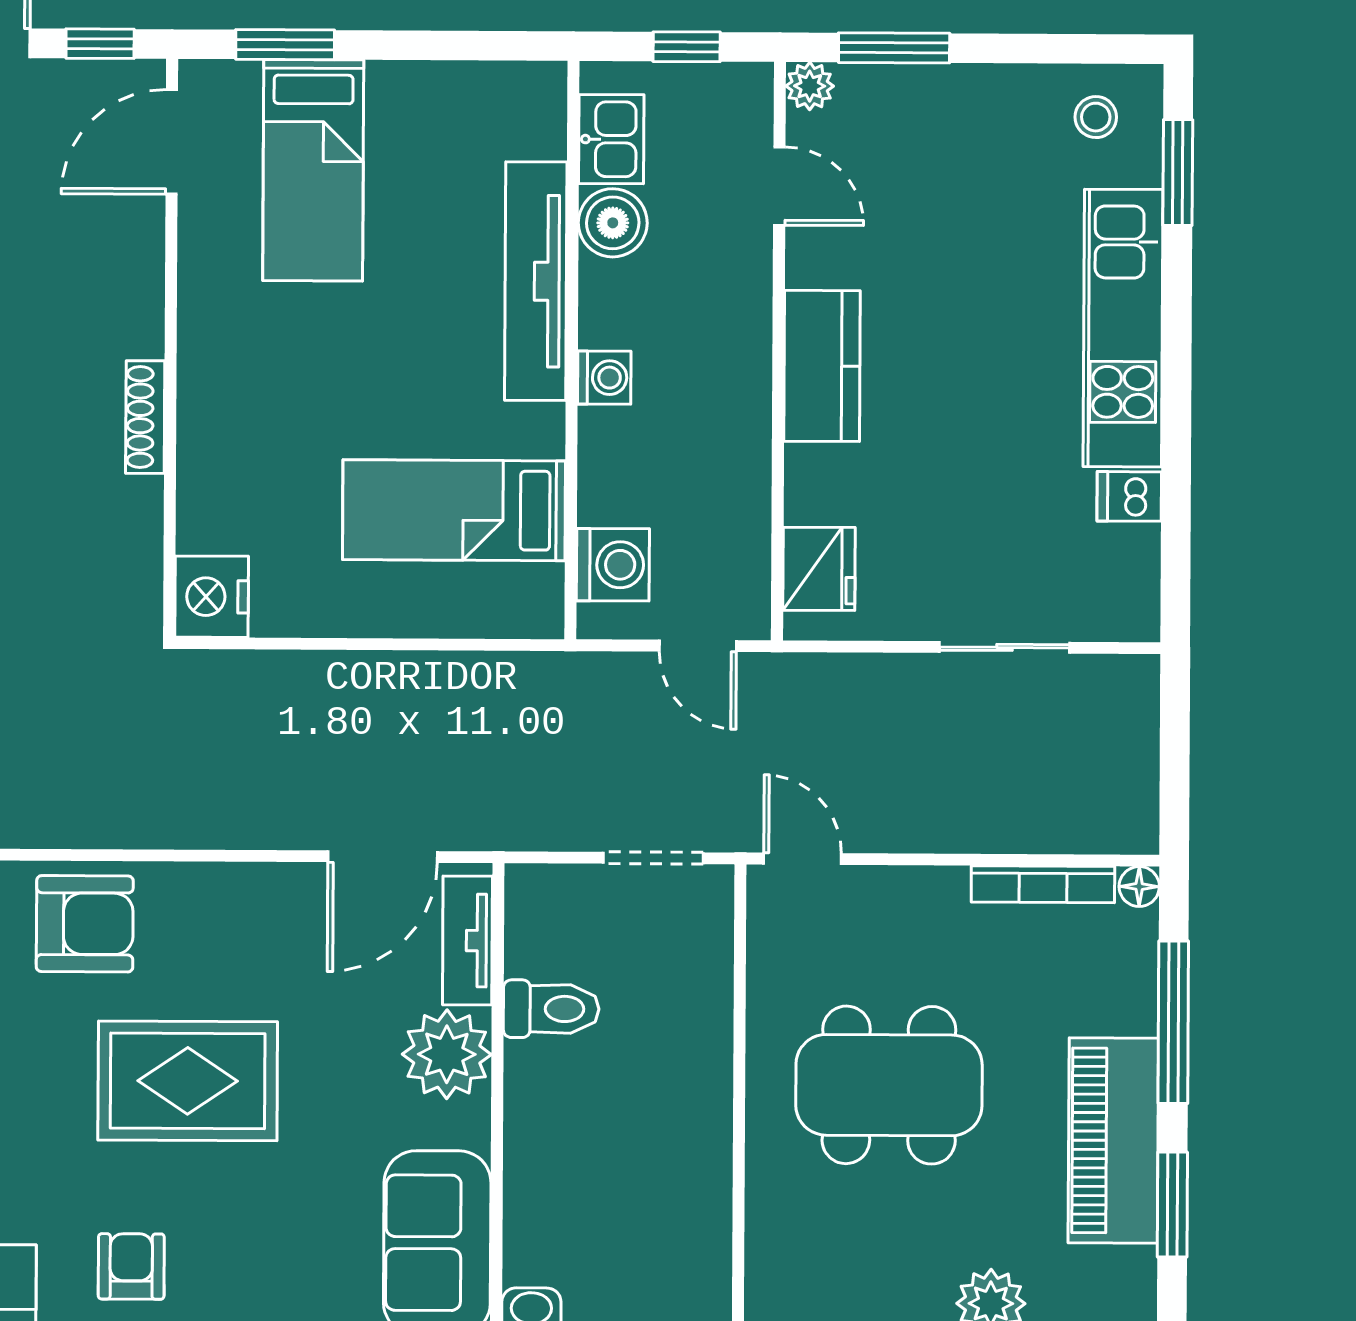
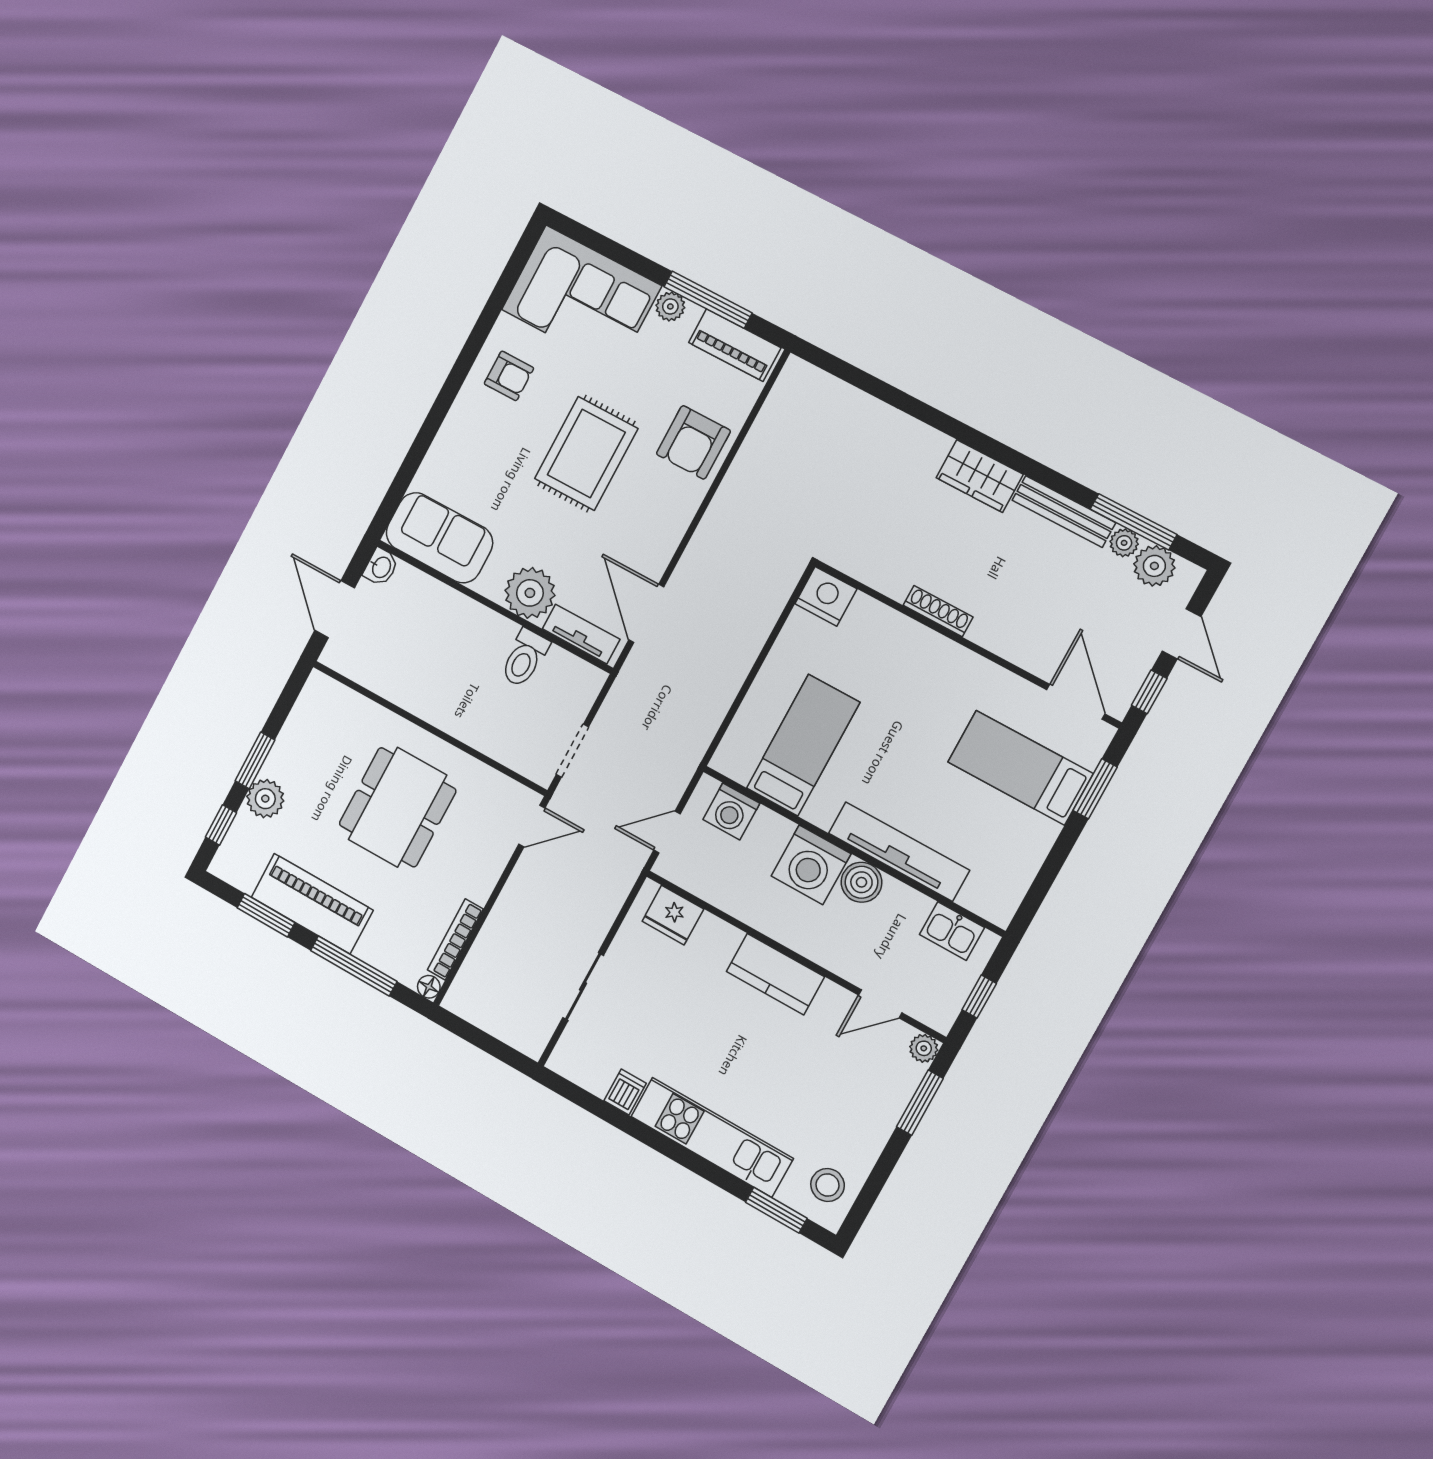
stool: (1096, 117) -> (828, 1185), width x1.37, depth x1.37
boiler: (613, 223) -> (861, 882), moved
washing machine: (604, 378) -> (811, 865), width x1.89, depth x1.89

